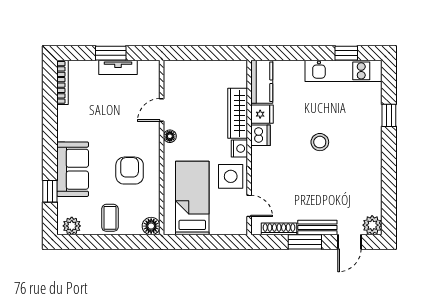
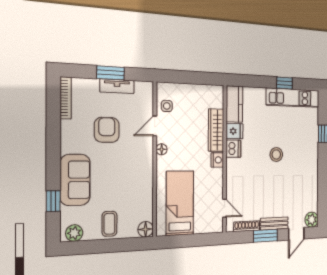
window: (346, 53) -> (285, 83), moved
armchair: (130, 171) -> (107, 130), moved
side table: (231, 176) -> (167, 106), moved, width x0.54, depth x0.54

